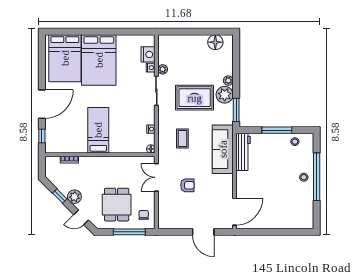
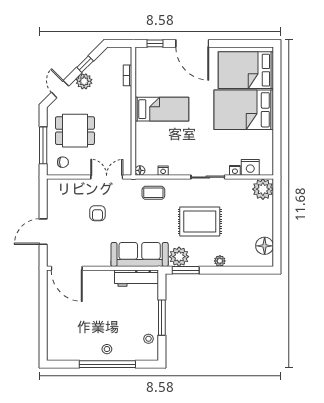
plant: (163, 69) -> (263, 189), moved, width x1.87, depth x1.87
plant: (225, 95) -> (179, 257), moved
rug: (195, 98) -> (200, 222), turned 90
coffee table: (182, 138) -> (153, 193), moved

